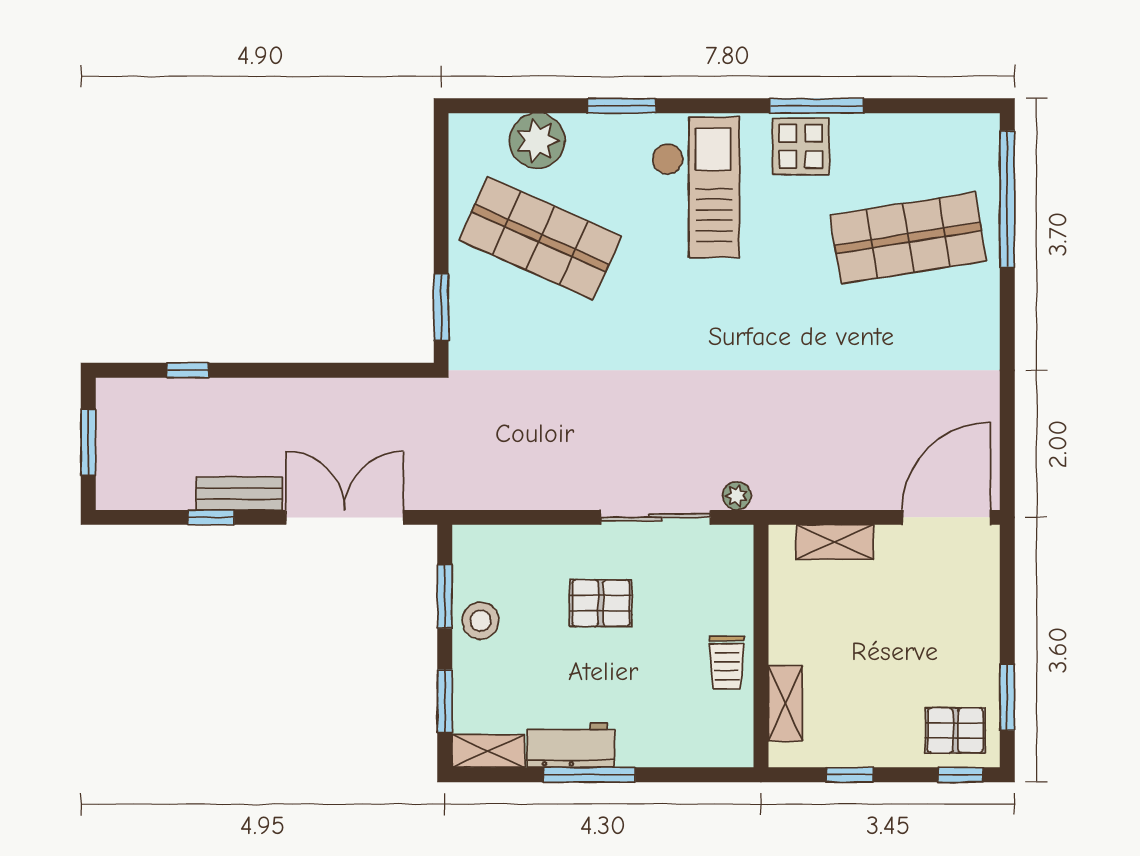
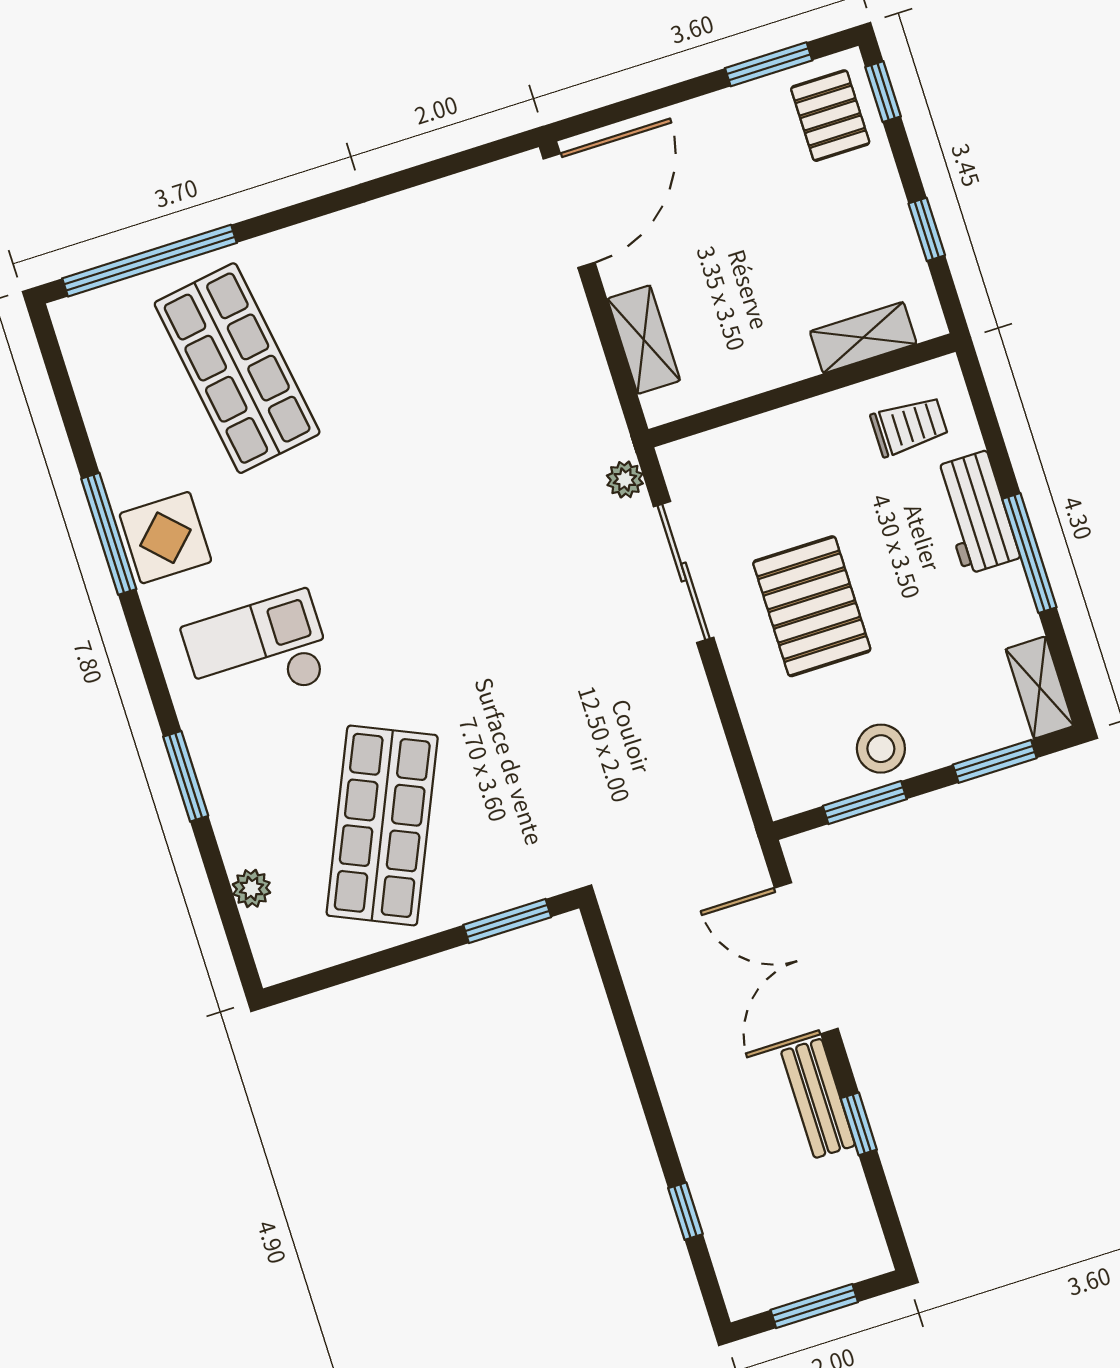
plant: (537, 141) -> (252, 888), width x0.53, depth x0.53
checkout: (696, 187) -> (258, 652), width x0.73, depth x0.83
door: (946, 517) -> (569, 211), swing flipped
pallet: (601, 603) -> (812, 606), width x1.50, depth x1.42
trolley: (727, 663) -> (909, 426), moved
workbench: (571, 745) -> (976, 513), moved

